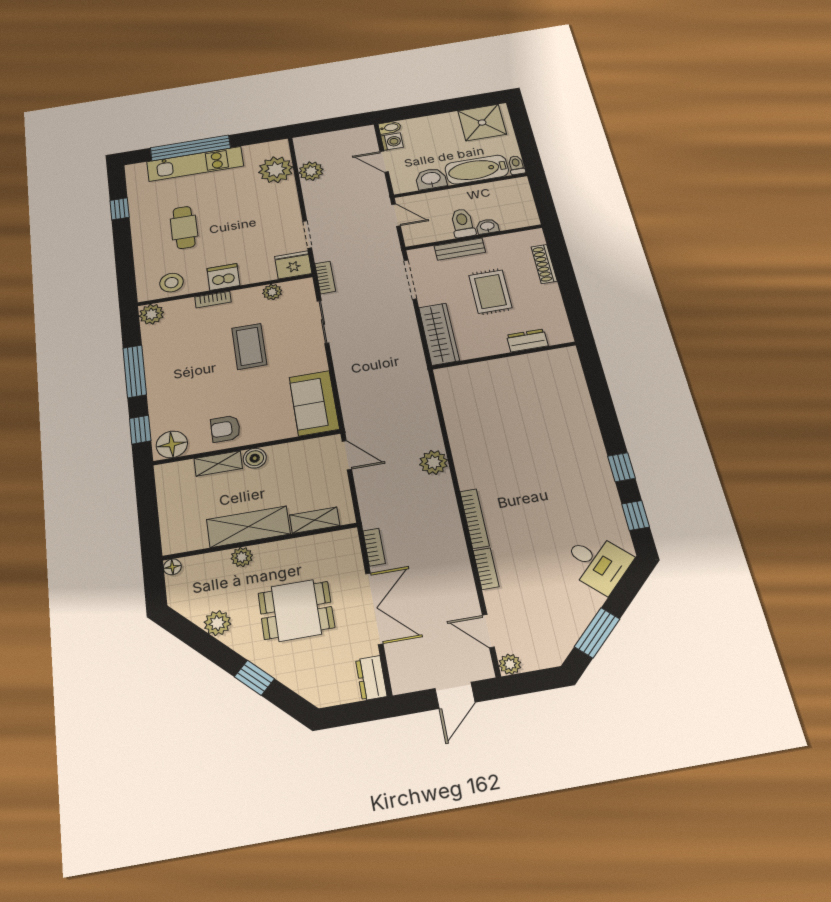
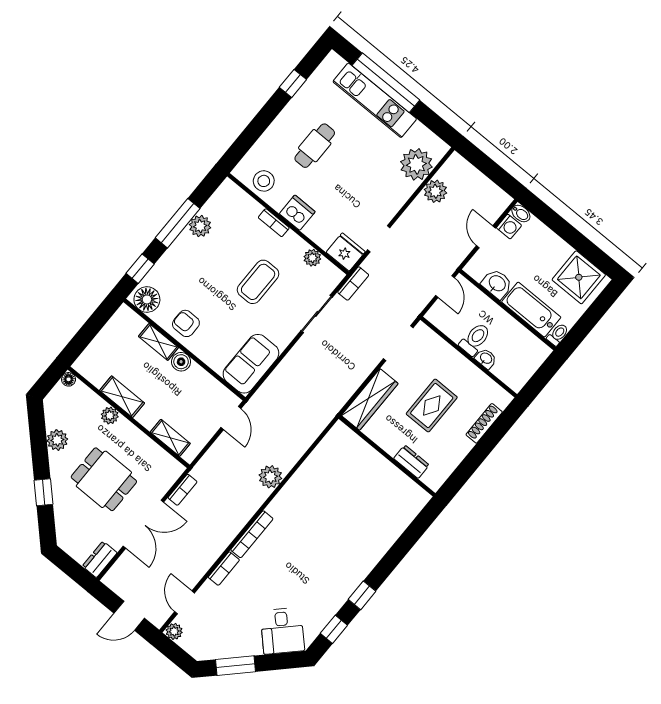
bench: (460, 249) -> (451, 356), removed
plant: (151, 314) -> (200, 226), moved
shelving: (248, 527) -> (122, 397), width x0.67, depth x0.75

